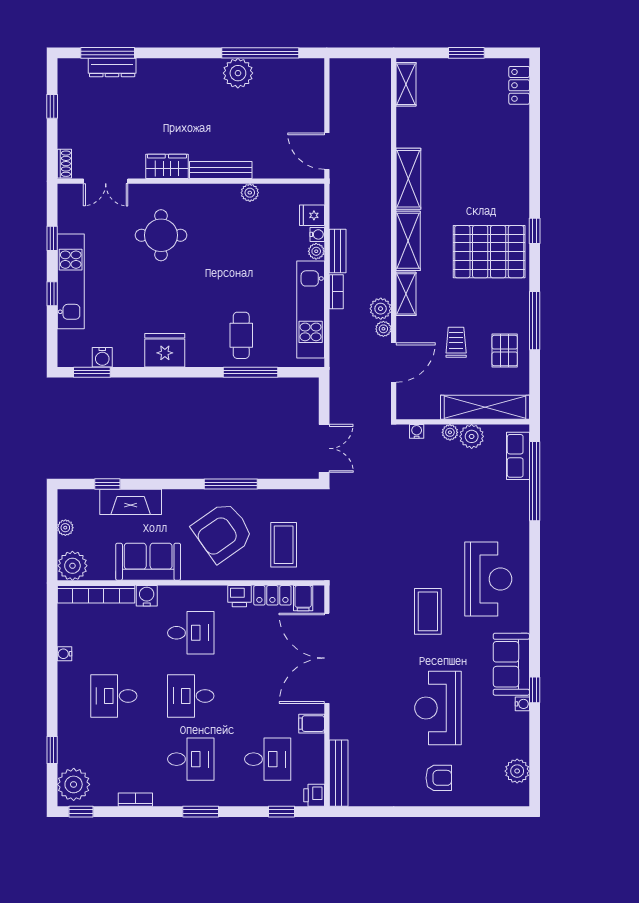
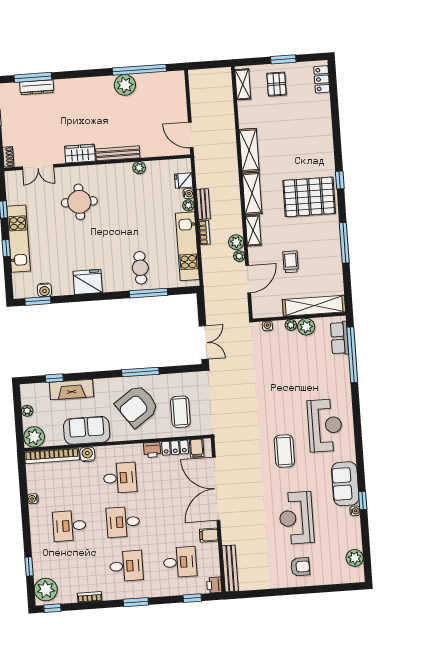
pallet: (505, 351) -> (277, 84), moved

